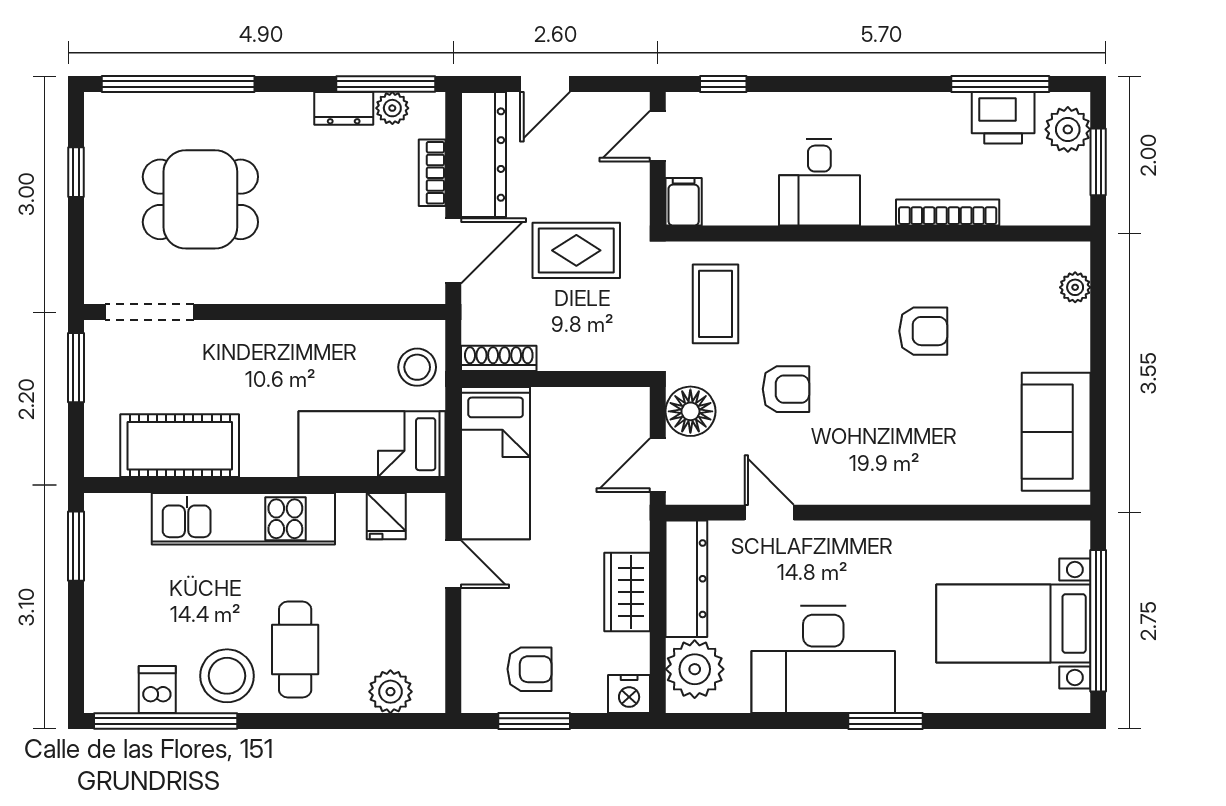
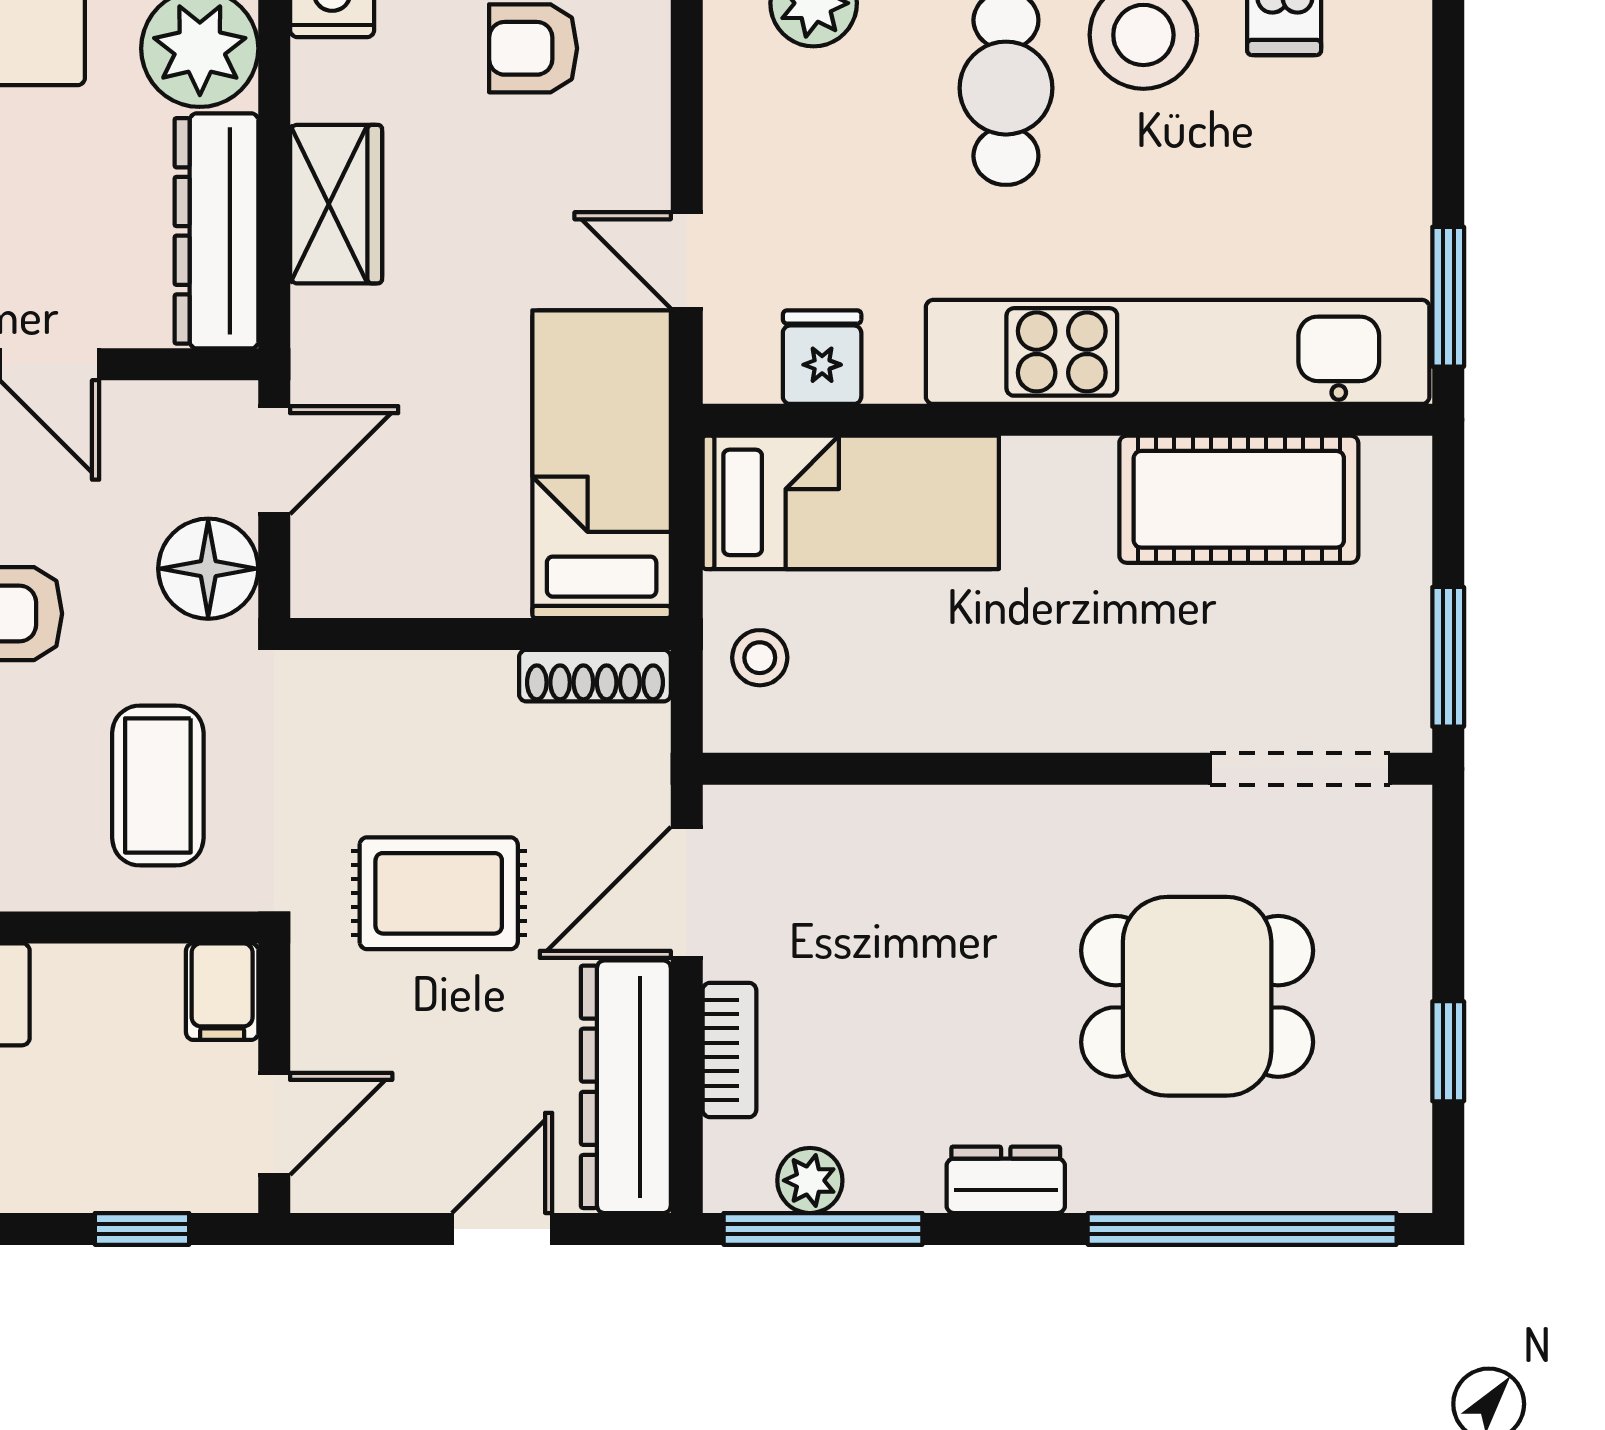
dresser: (344, 108) -> (1006, 1180), moved
stool: (417, 367) -> (760, 658), width x0.73, depth x0.73
kitchen unit: (243, 519) -> (1178, 352), width x1.36

